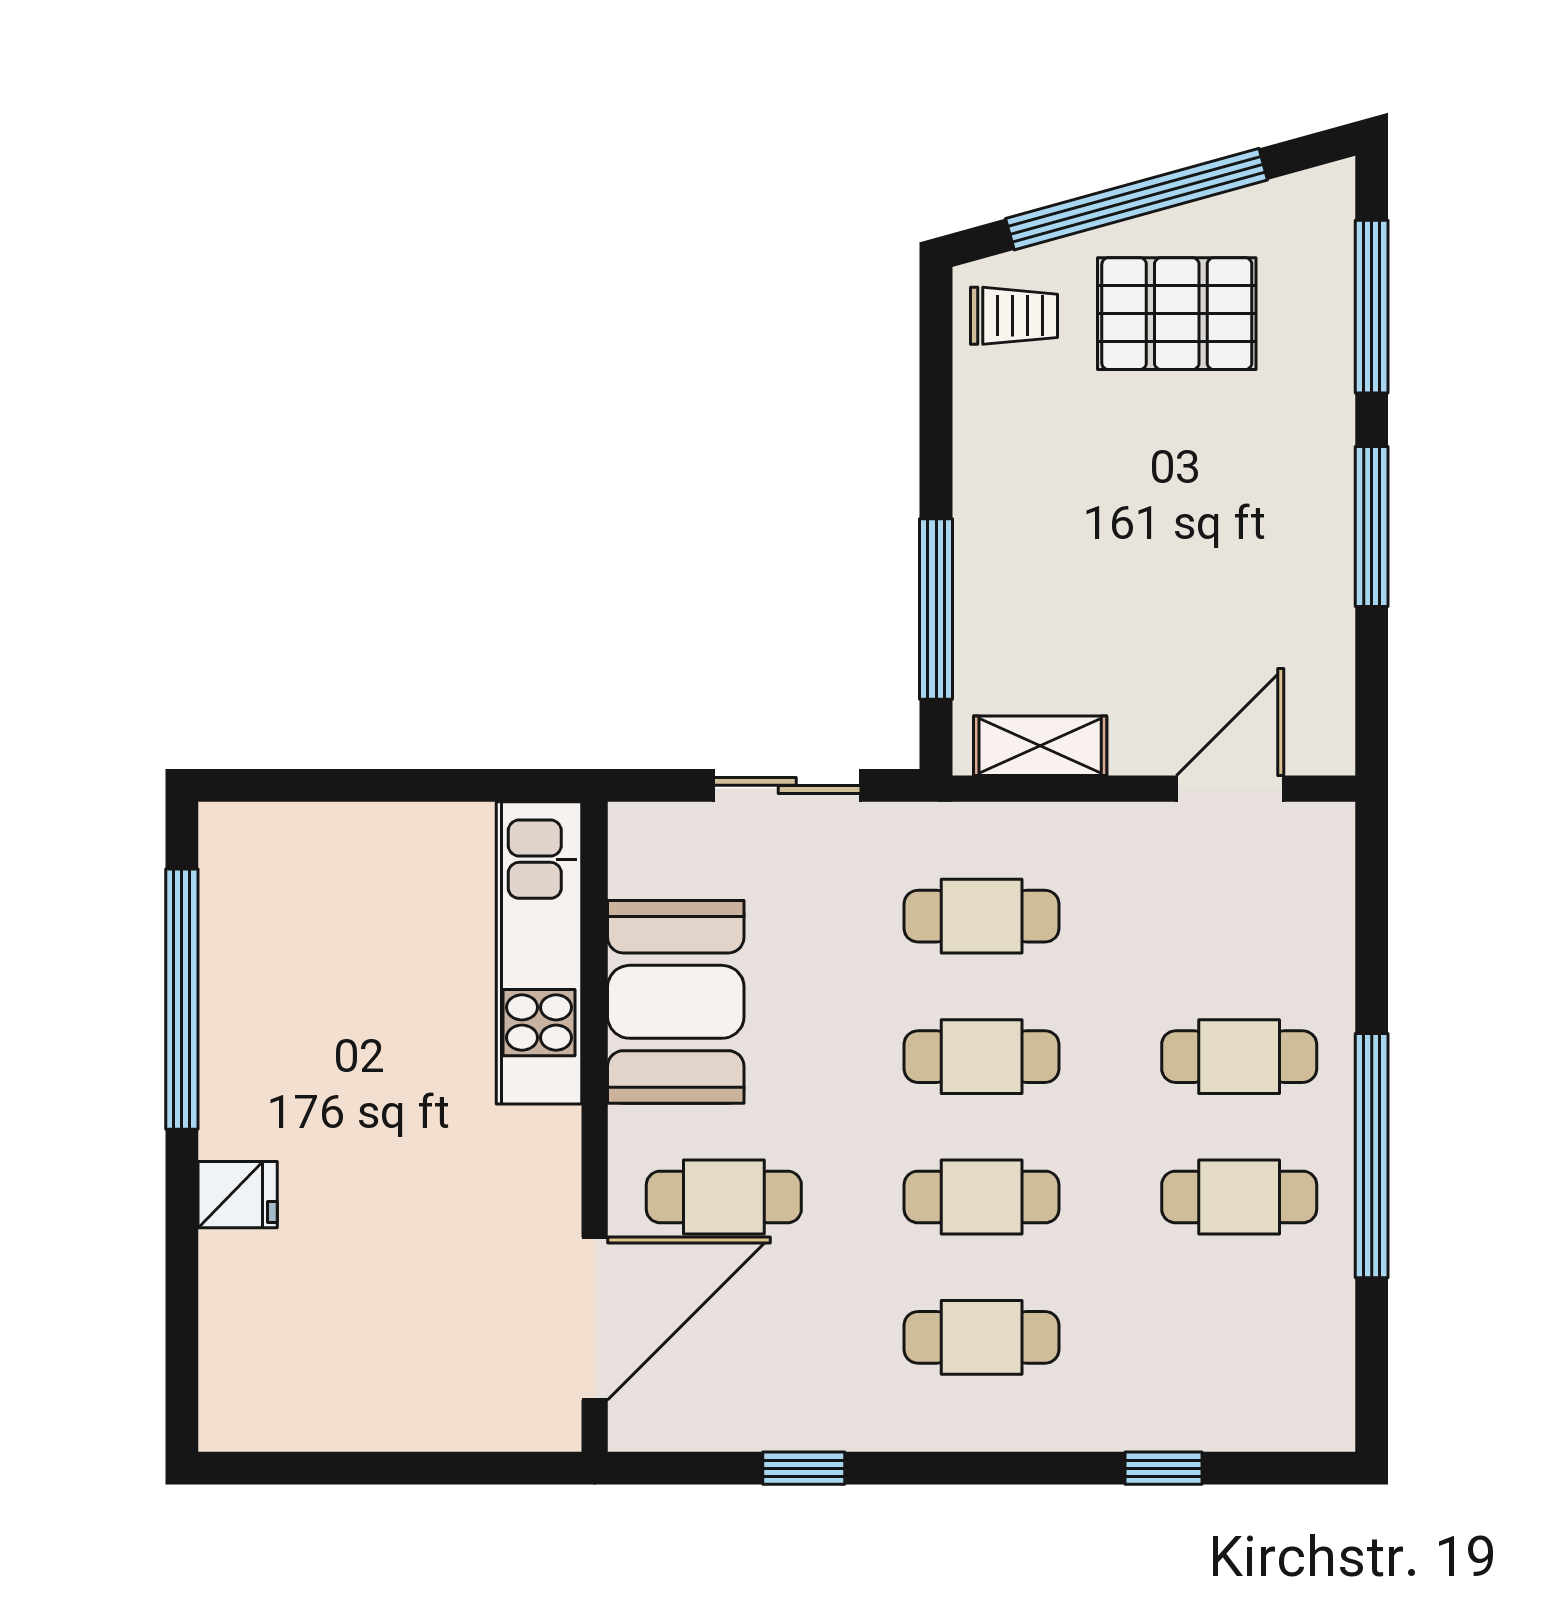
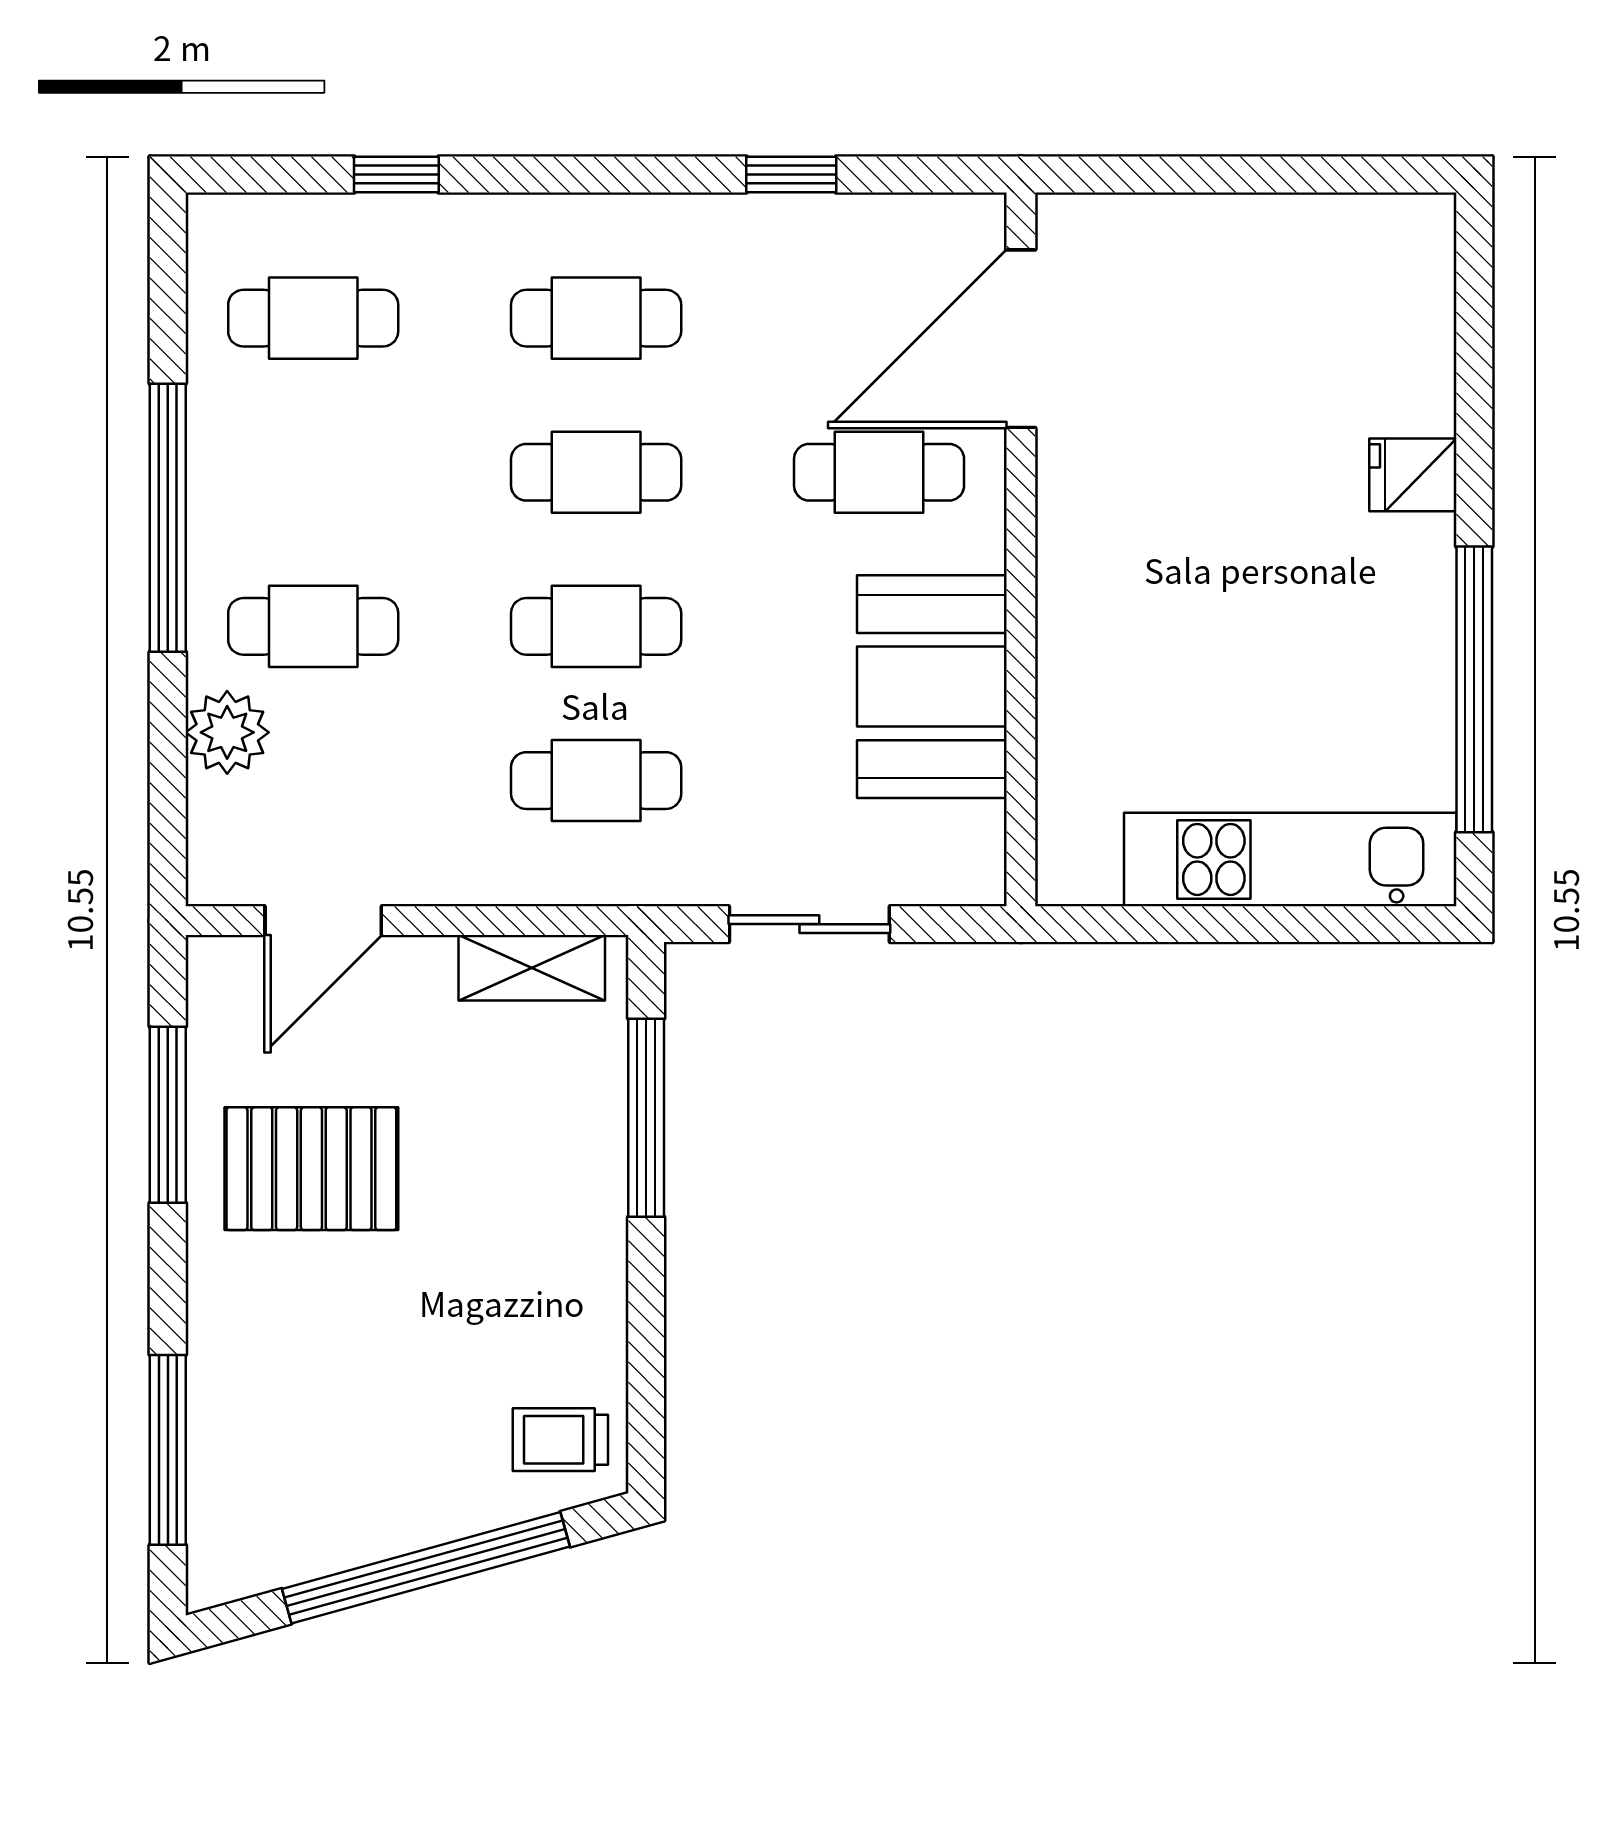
pallet: (1177, 314) -> (311, 1169), moved
window: (1372, 526) -> (168, 1115), moved
kitchen unit: (539, 953) -> (1290, 859), moved, turned -90
plant: (1318, 960) -> (227, 732), added
cafe table: (1239, 1197) -> (313, 318), moved

